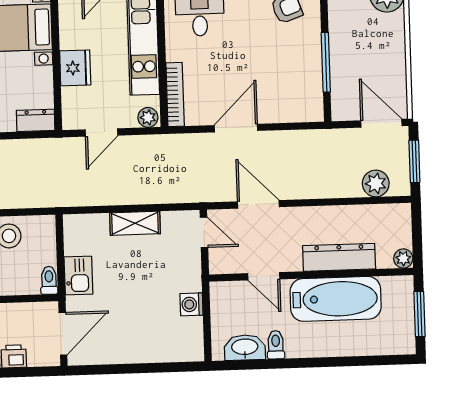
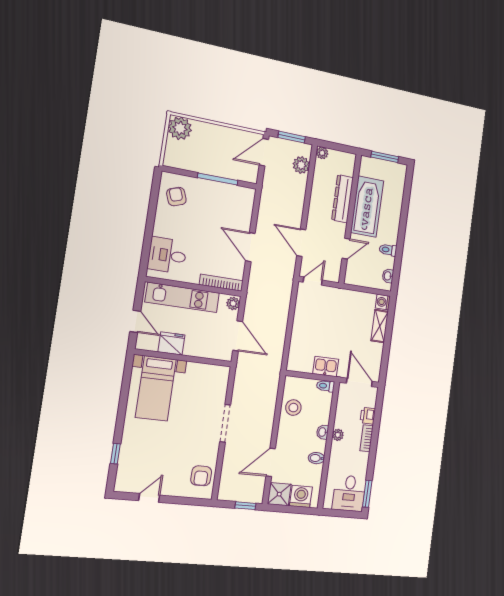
fridge: (75, 68) -> (171, 343), moved
dresser: (36, 120) -> (222, 378), removed
door: (102, 133) -> (238, 336), width x1.37
door: (258, 204) -> (301, 243), hinge flipped
shelving: (135, 223) -> (380, 326), moved
plant: (403, 258) -> (322, 153), moved
washing machine: (192, 304) -> (383, 302), moved, turned 90
washbasin: (245, 347) -> (388, 276), width x0.52, depth x0.69

